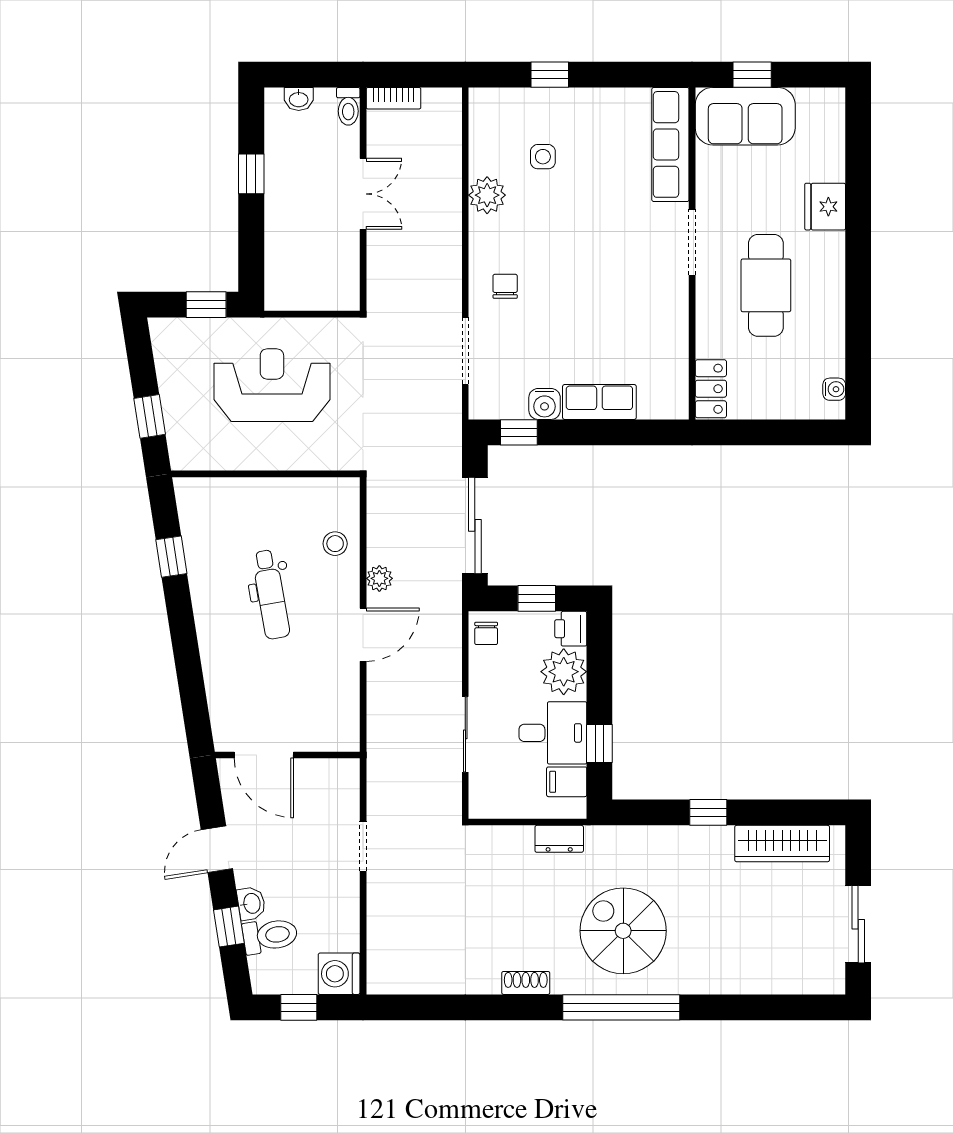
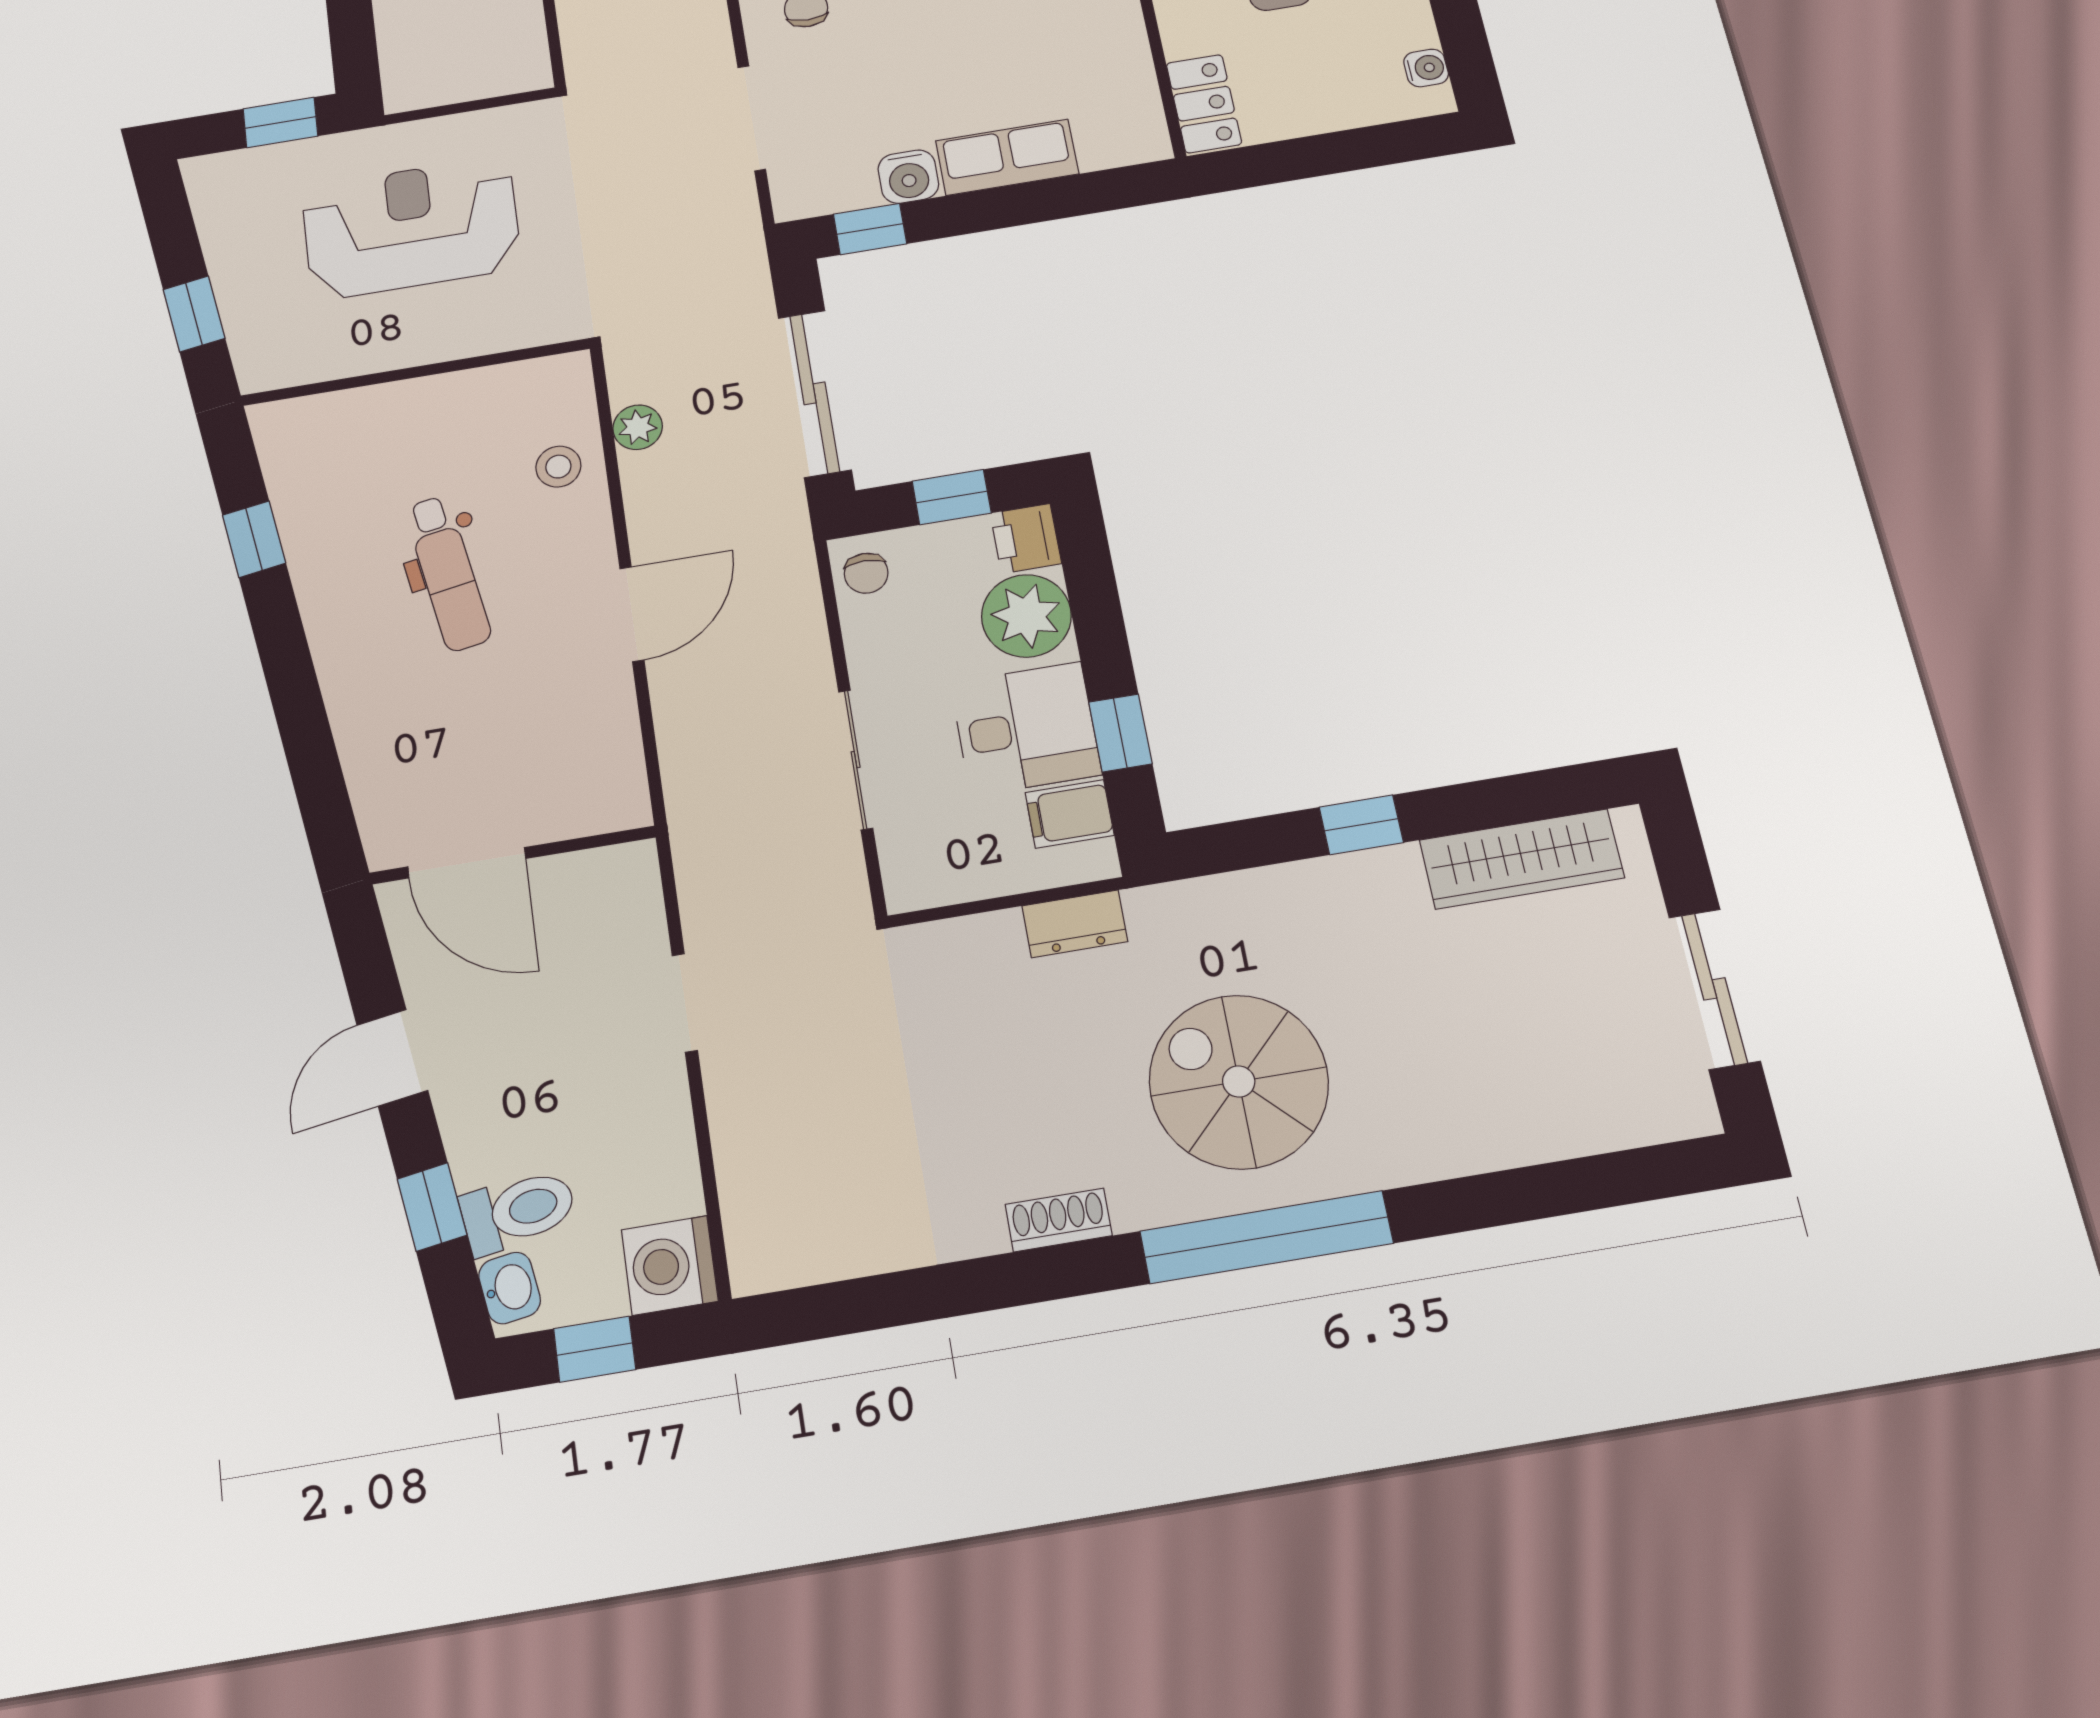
plant: (379, 578) -> (638, 427), moved
washbasin: (251, 903) -> (510, 1288), moved

